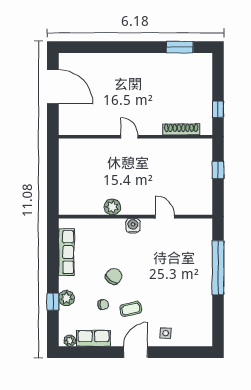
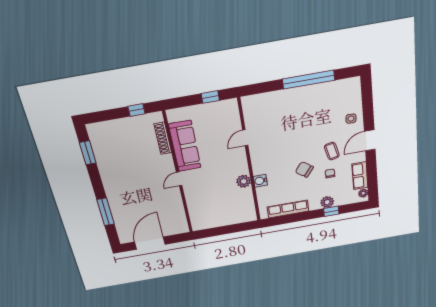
window: (104, 47) -> (106, 212), added
sofa: (168, 151) -> (185, 146), added
window: (218, 170) -> (210, 97), moved
water cooler: (133, 226) -> (260, 181), moved
window: (218, 268) -> (309, 80), moved
door: (136, 352) -> (370, 140), hinge flipped

